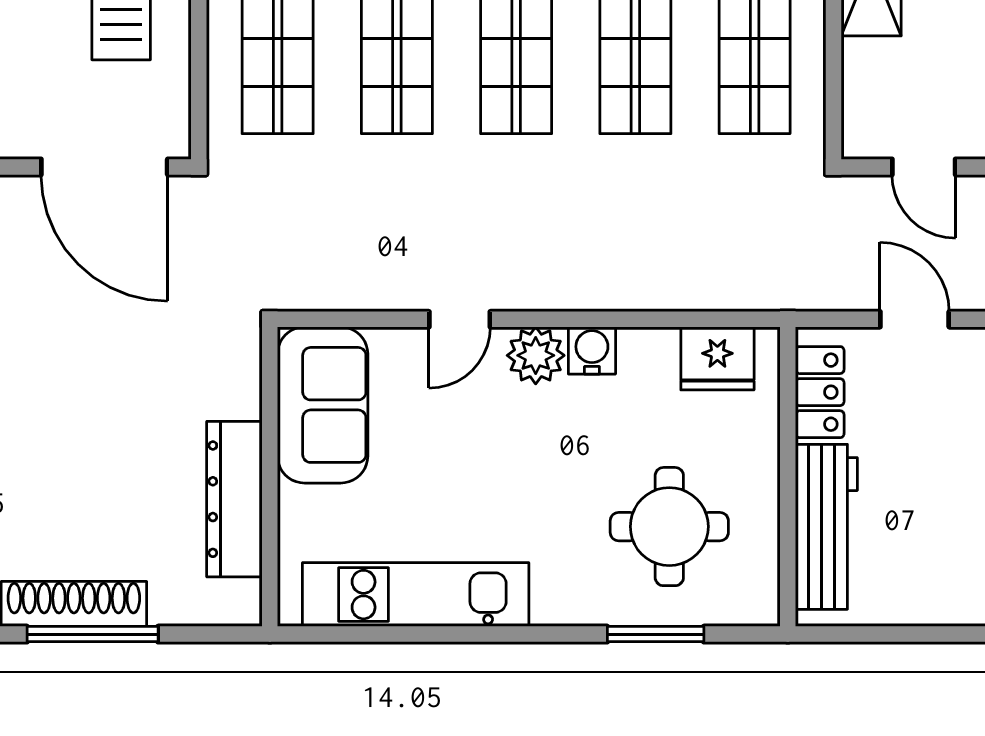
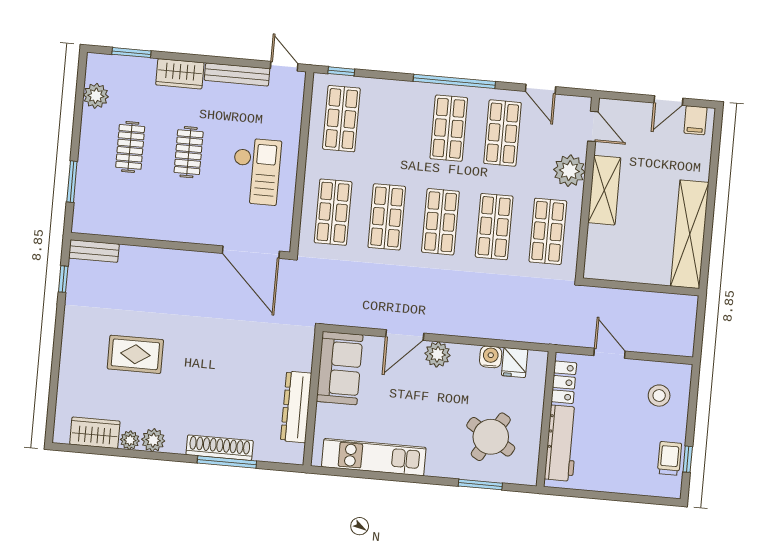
door: (924, 167) -> (620, 285), removed
door: (460, 319) -> (405, 335), width x1.38
water cooler: (592, 350) -> (491, 357), moved
fridge: (717, 358) -> (515, 363), width x0.72
round table: (669, 527) -> (491, 437), turned 31

